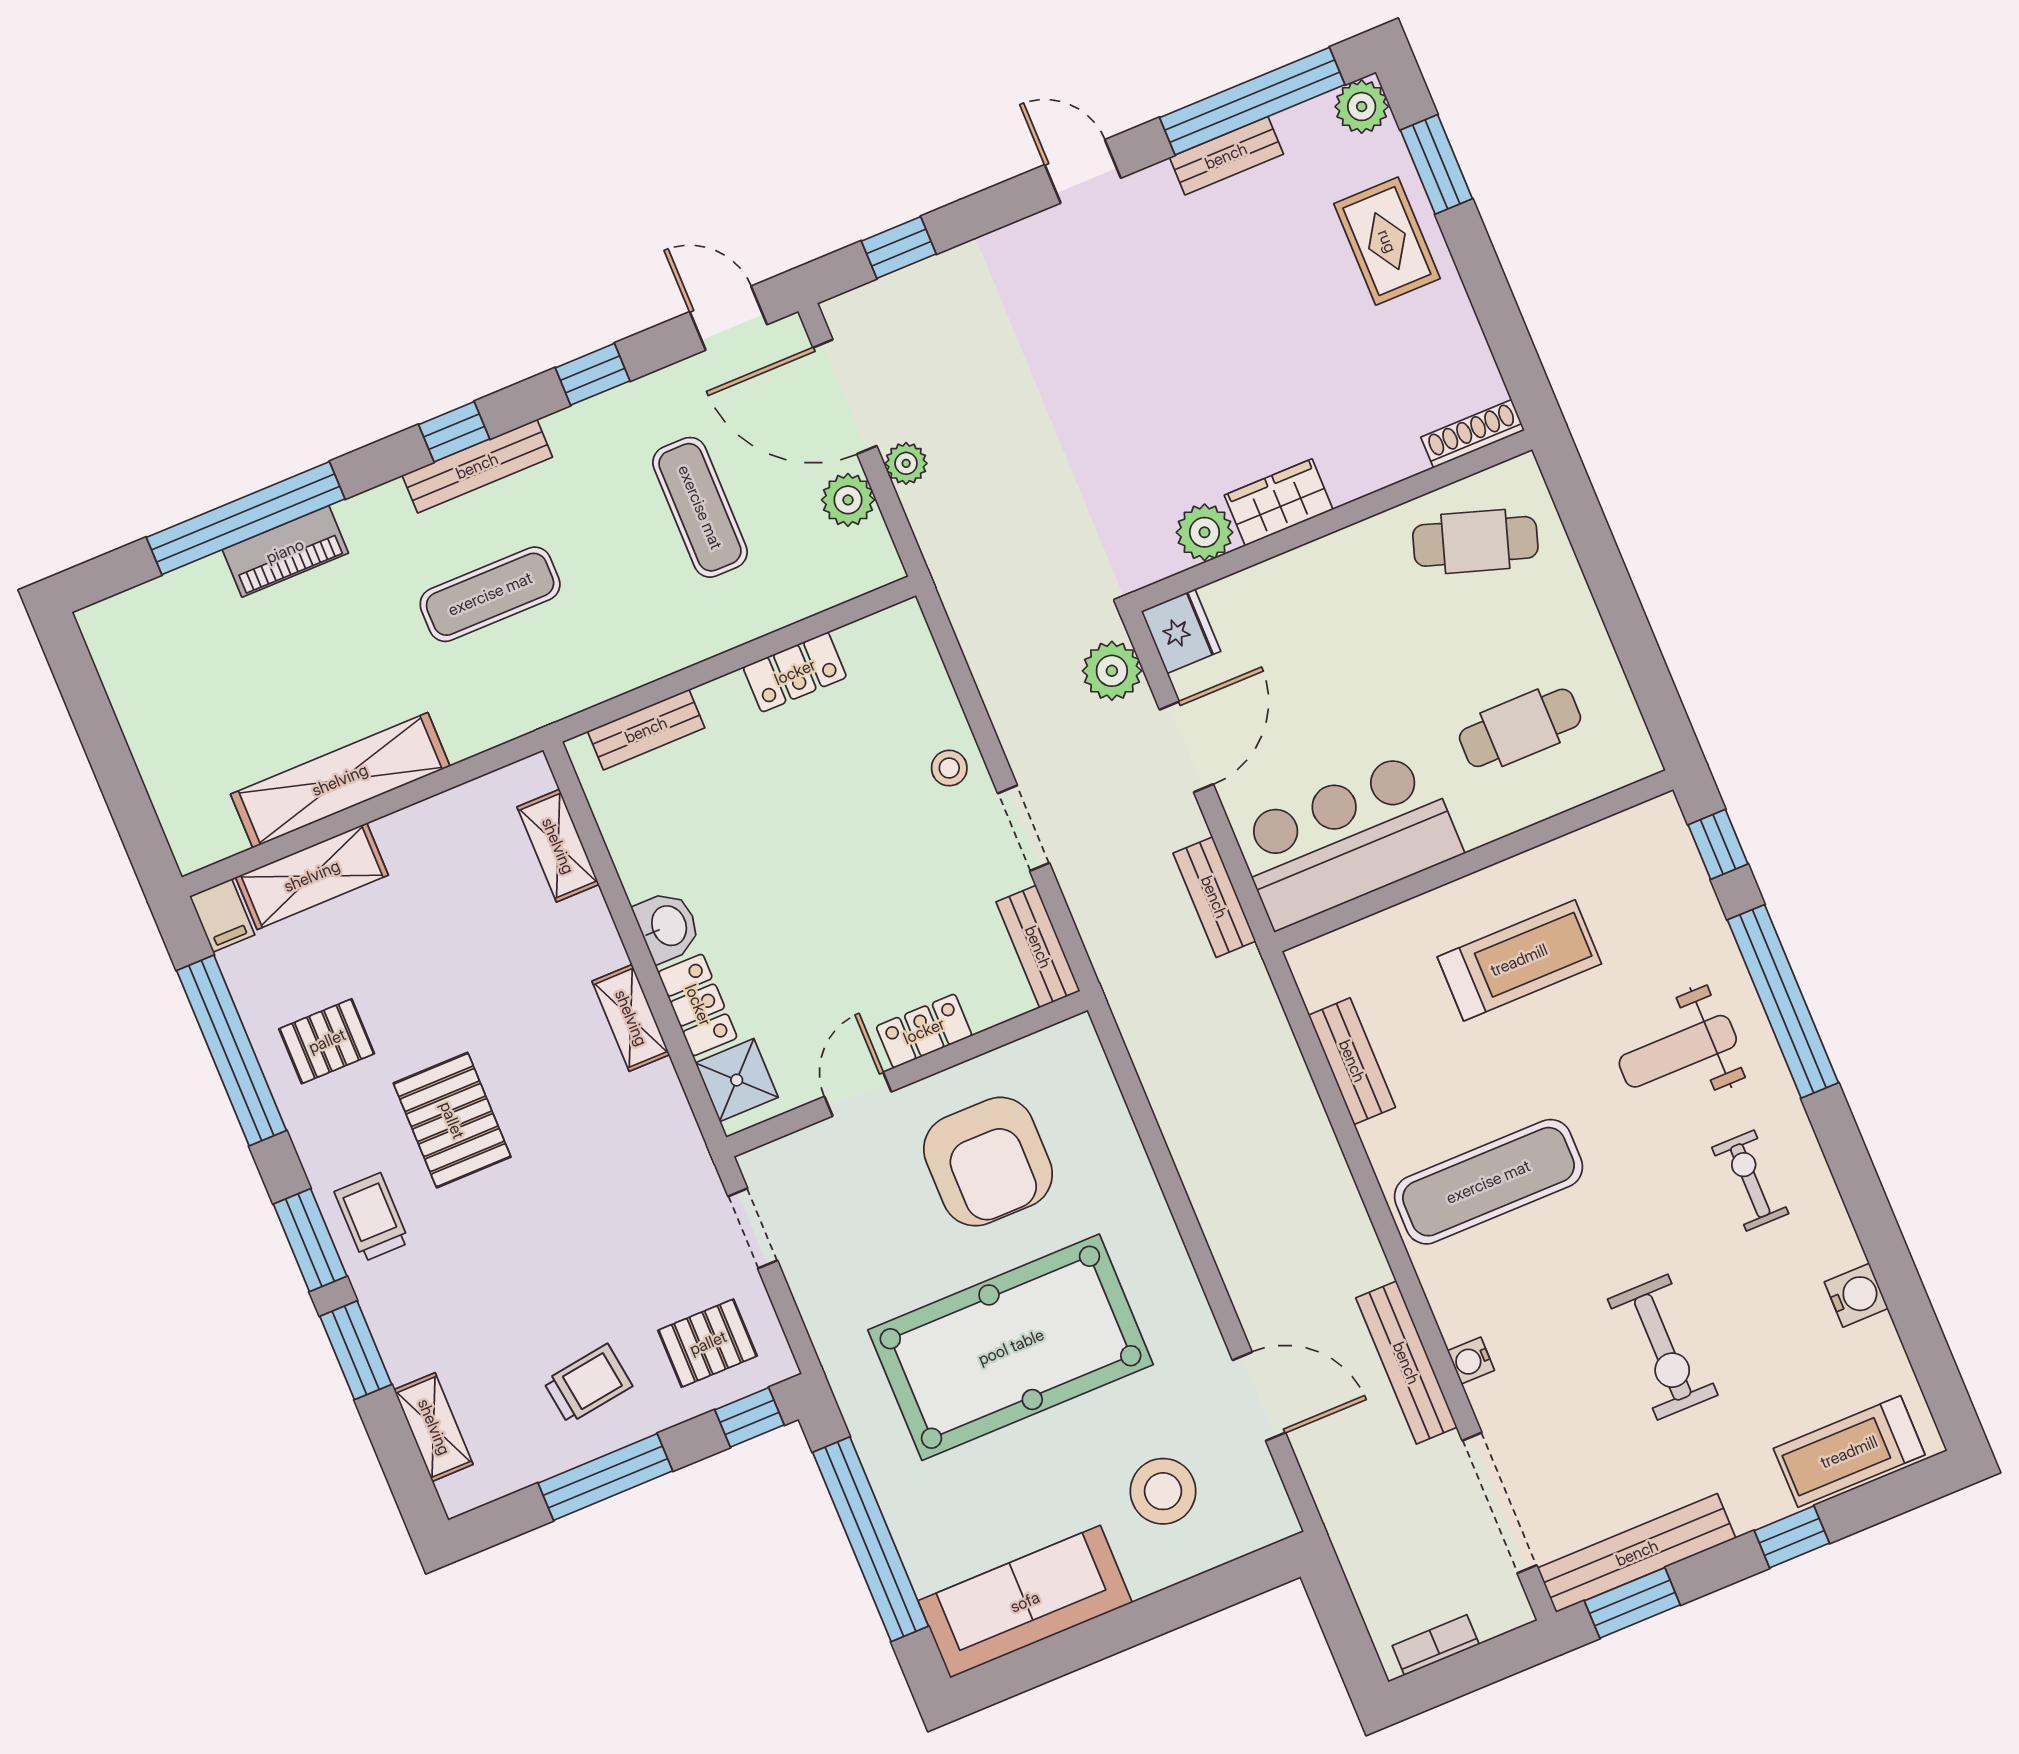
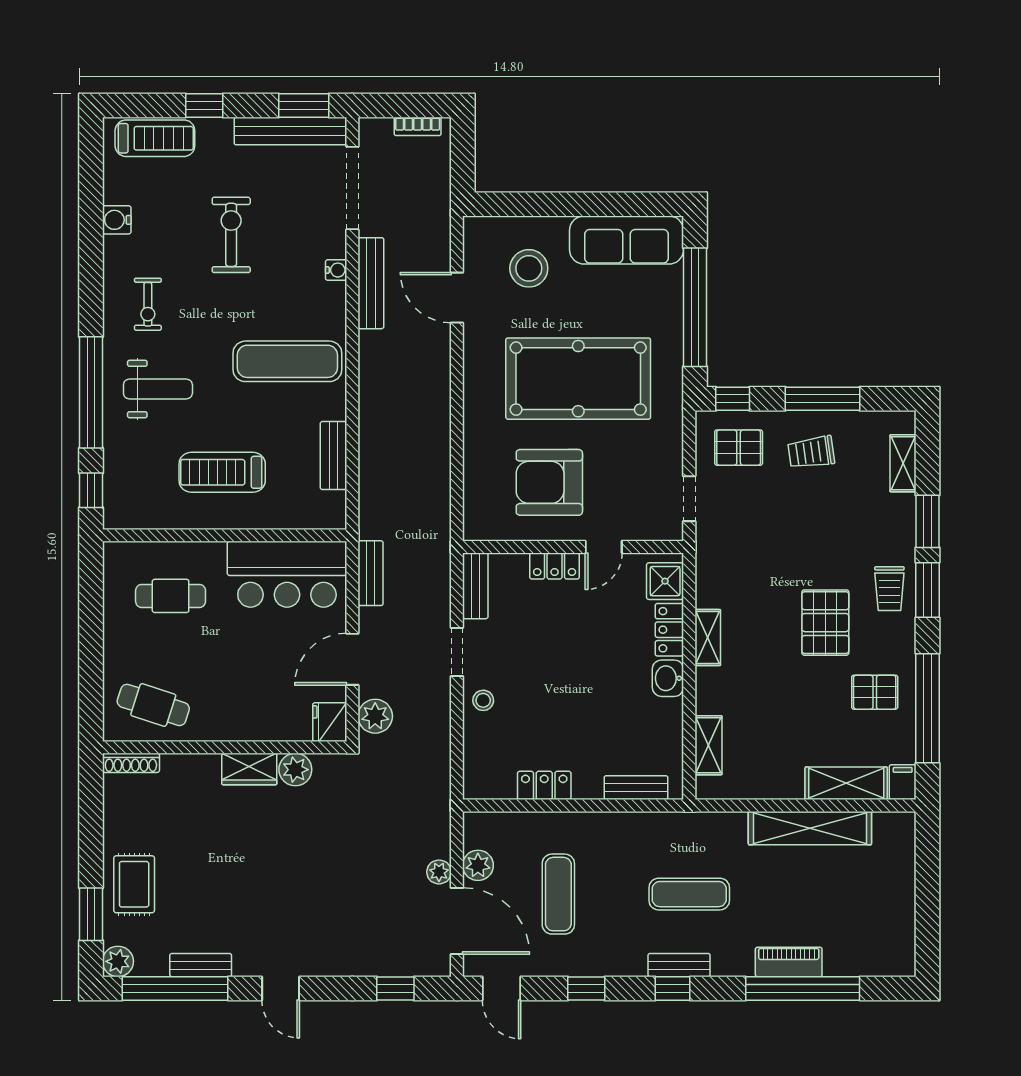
bench: (477, 466) -> (679, 965), width x0.73
armchair: (988, 1162) -> (549, 482), turned -90

